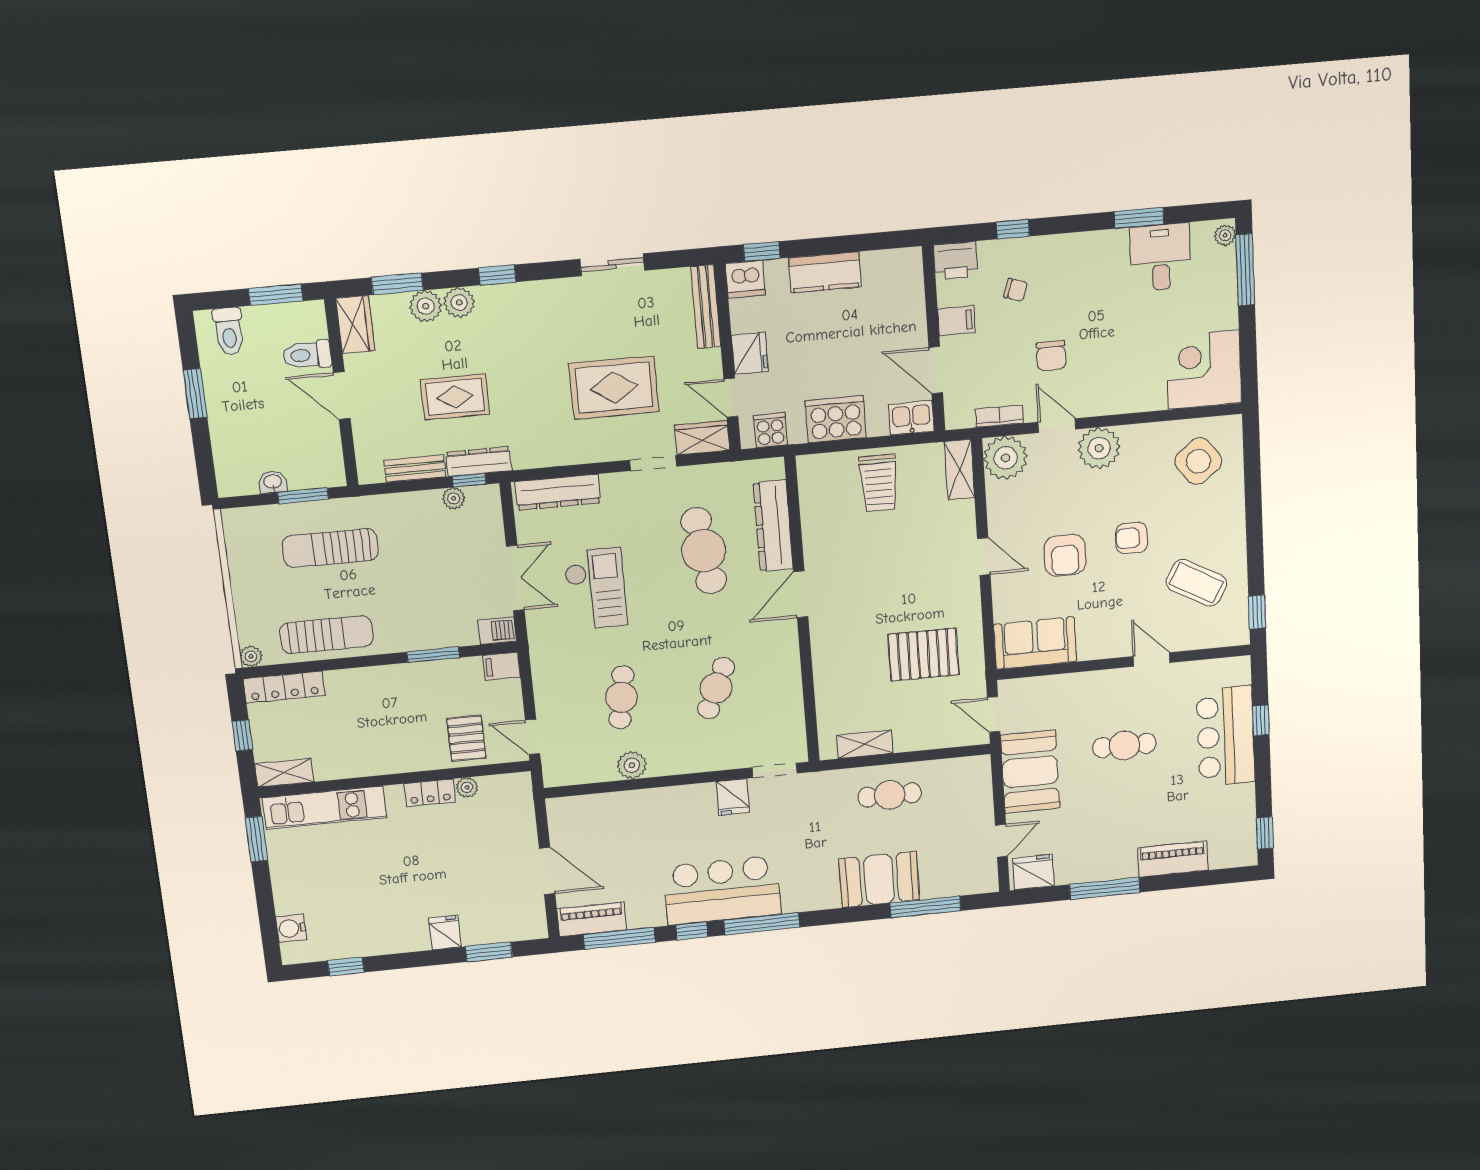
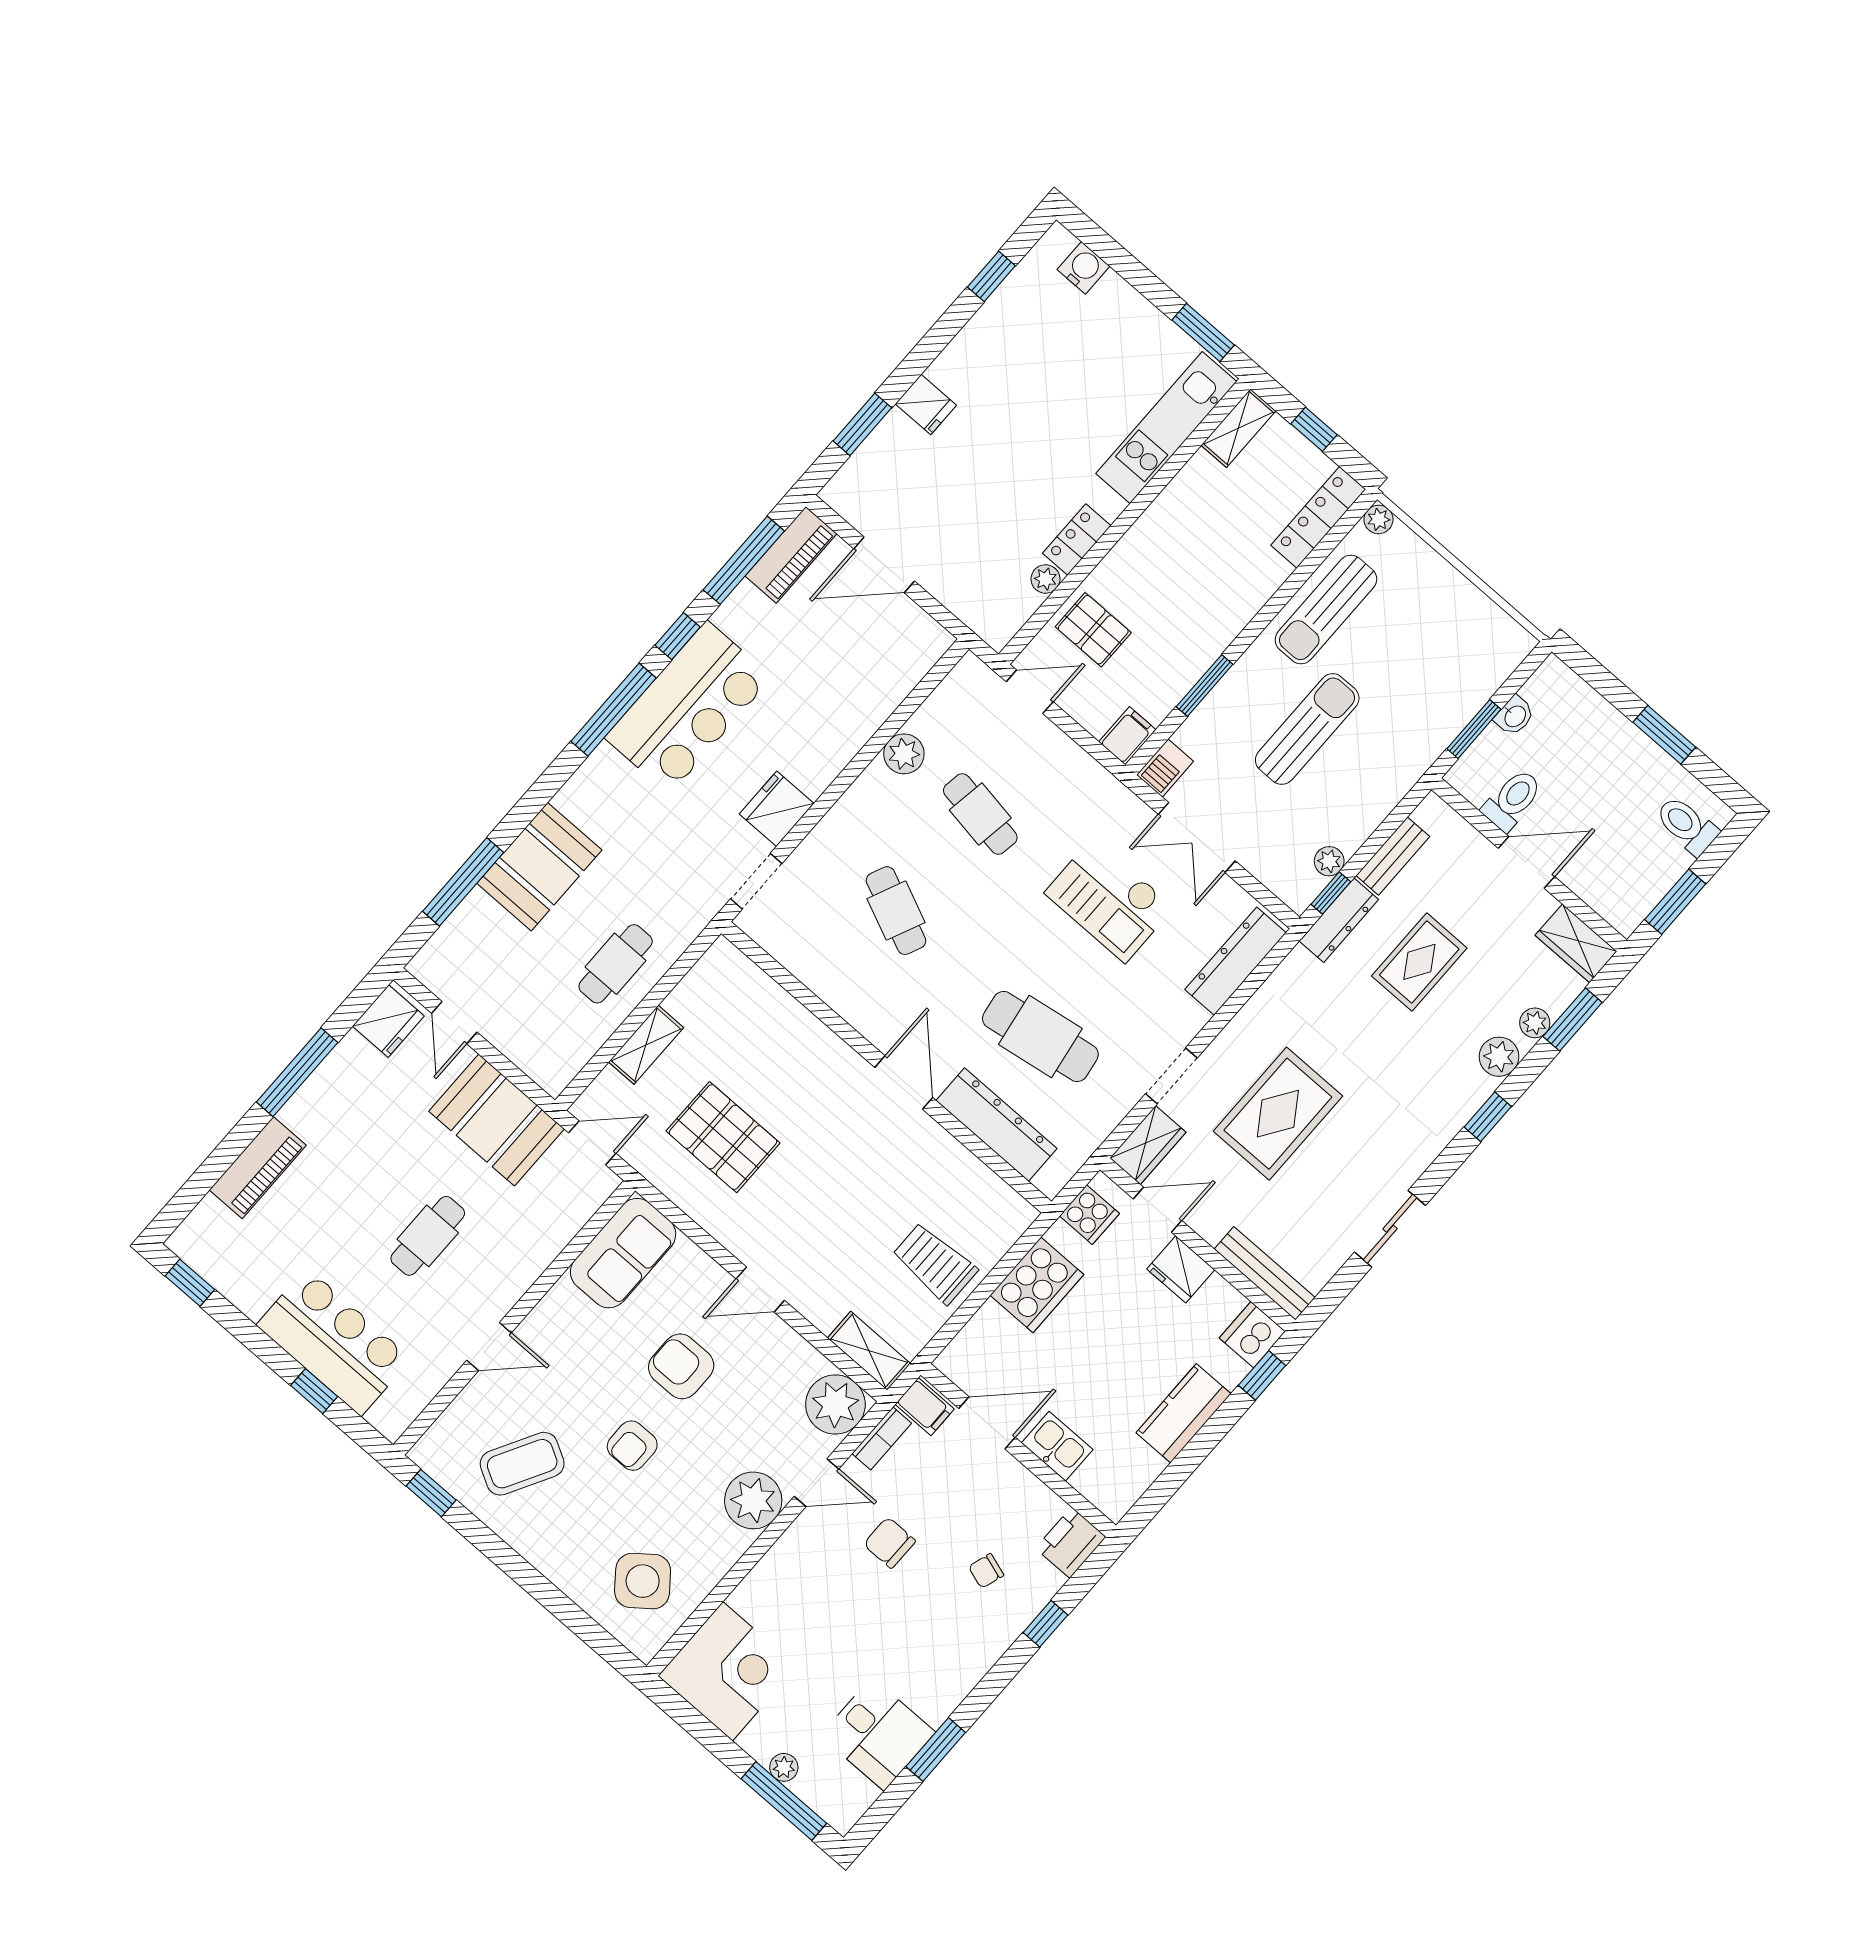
plant: (1225, 235) -> (784, 1767), moved
plant: (426, 306) -> (1535, 1023), width x0.73, depth x0.73
filing cabinet: (956, 321) -> (925, 1407), moved, turned -90
toilet: (307, 355) -> (1512, 800), moved
kitchen sink: (911, 418) -> (1057, 1446), moved, turned -90
armchair: (1132, 538) -> (632, 1446), turned 180
sun lounger: (330, 548) -> (1307, 729), moved
pallet: (924, 655) -> (723, 1137), turned 90
shelving: (865, 744) -> (646, 1045), moved
fridge: (733, 797) -> (777, 809), width x1.38

